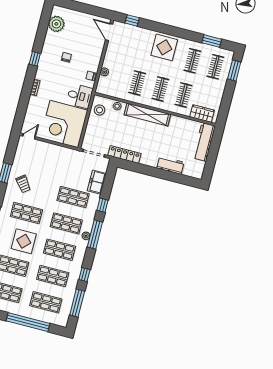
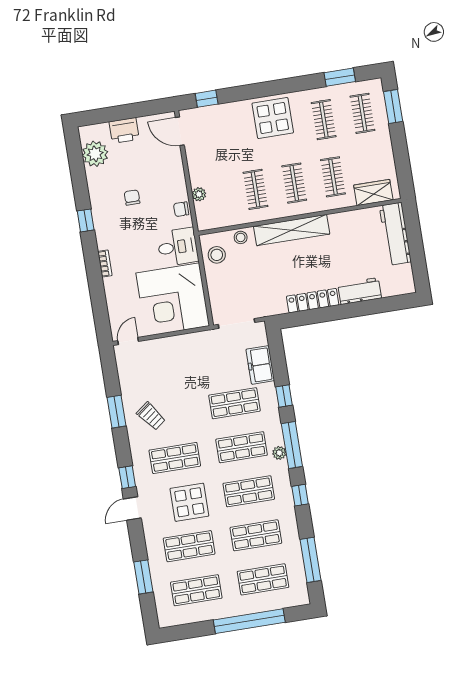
printer: (78, 18) -> (124, 130), added
locker: (124, 154) -> (313, 301), moved
window: (85, 275) -> (300, 495), moved

